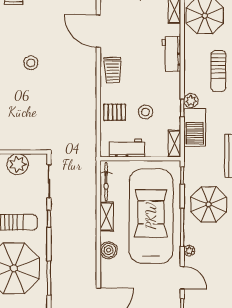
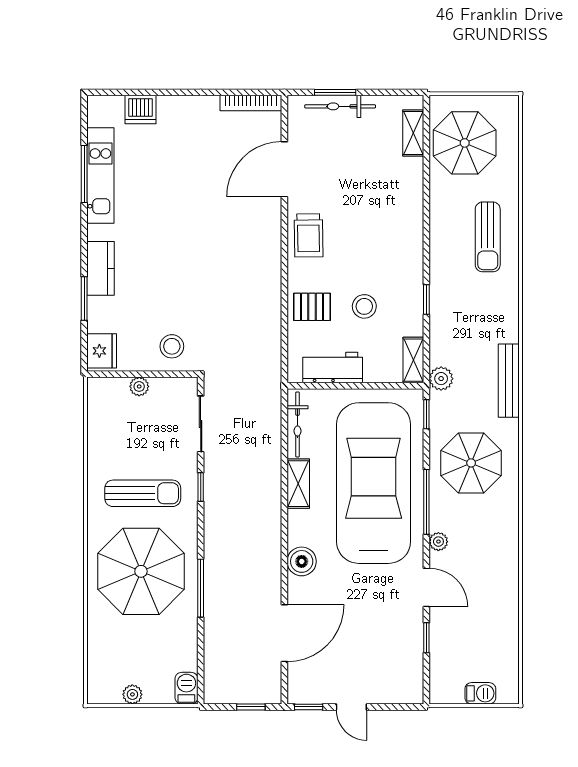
door: (98, 31) -> (284, 169), hinge flipped
workbench: (171, 54) -> (408, 208), removed
stool: (31, 63) -> (172, 346), moved
plant: (191, 100) -> (441, 379), moved
barbecue: (195, 128) -> (448, 333), removed
plant: (18, 164) -> (139, 386), width x0.53, depth x0.53
boiler: (109, 250) -> (302, 561), moved

